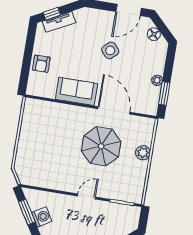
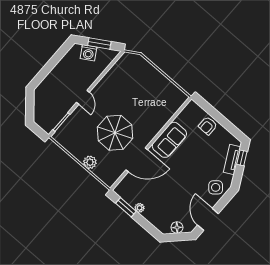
side table: (110, 50) -> (216, 187), moved
armchair: (41, 64) -> (208, 126), turned -90

